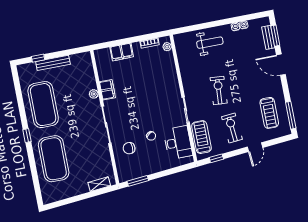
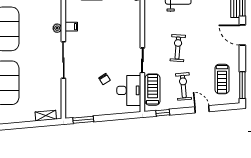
filing cabinet: (107, 90) -> (71, 27), width x0.50
door: (255, 147) -> (202, 109), swing flipped
chair: (129, 148) -> (81, 87), removed

